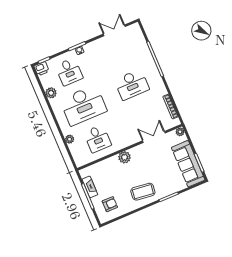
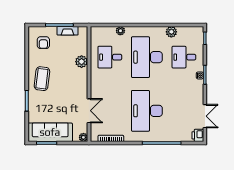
printer: (42, 69) -> (198, 135), moved
desk: (132, 85) -> (147, 111), width x1.36, depth x1.30
plant: (124, 157) -> (82, 62), moved

